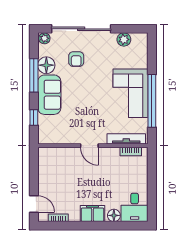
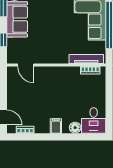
door: (89, 146) -> (26, 65), moved
filing cabinet: (93, 214) -> (56, 126), width x0.50

